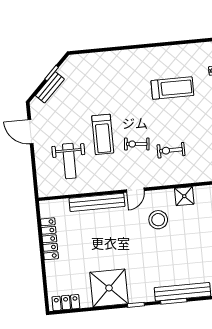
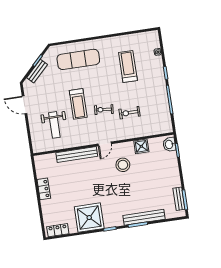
exercise mat: (106, 75) -> (78, 59), added
treadmill: (172, 88) -> (128, 67), turned -90
locker: (49, 239) -> (44, 189), width x0.66

